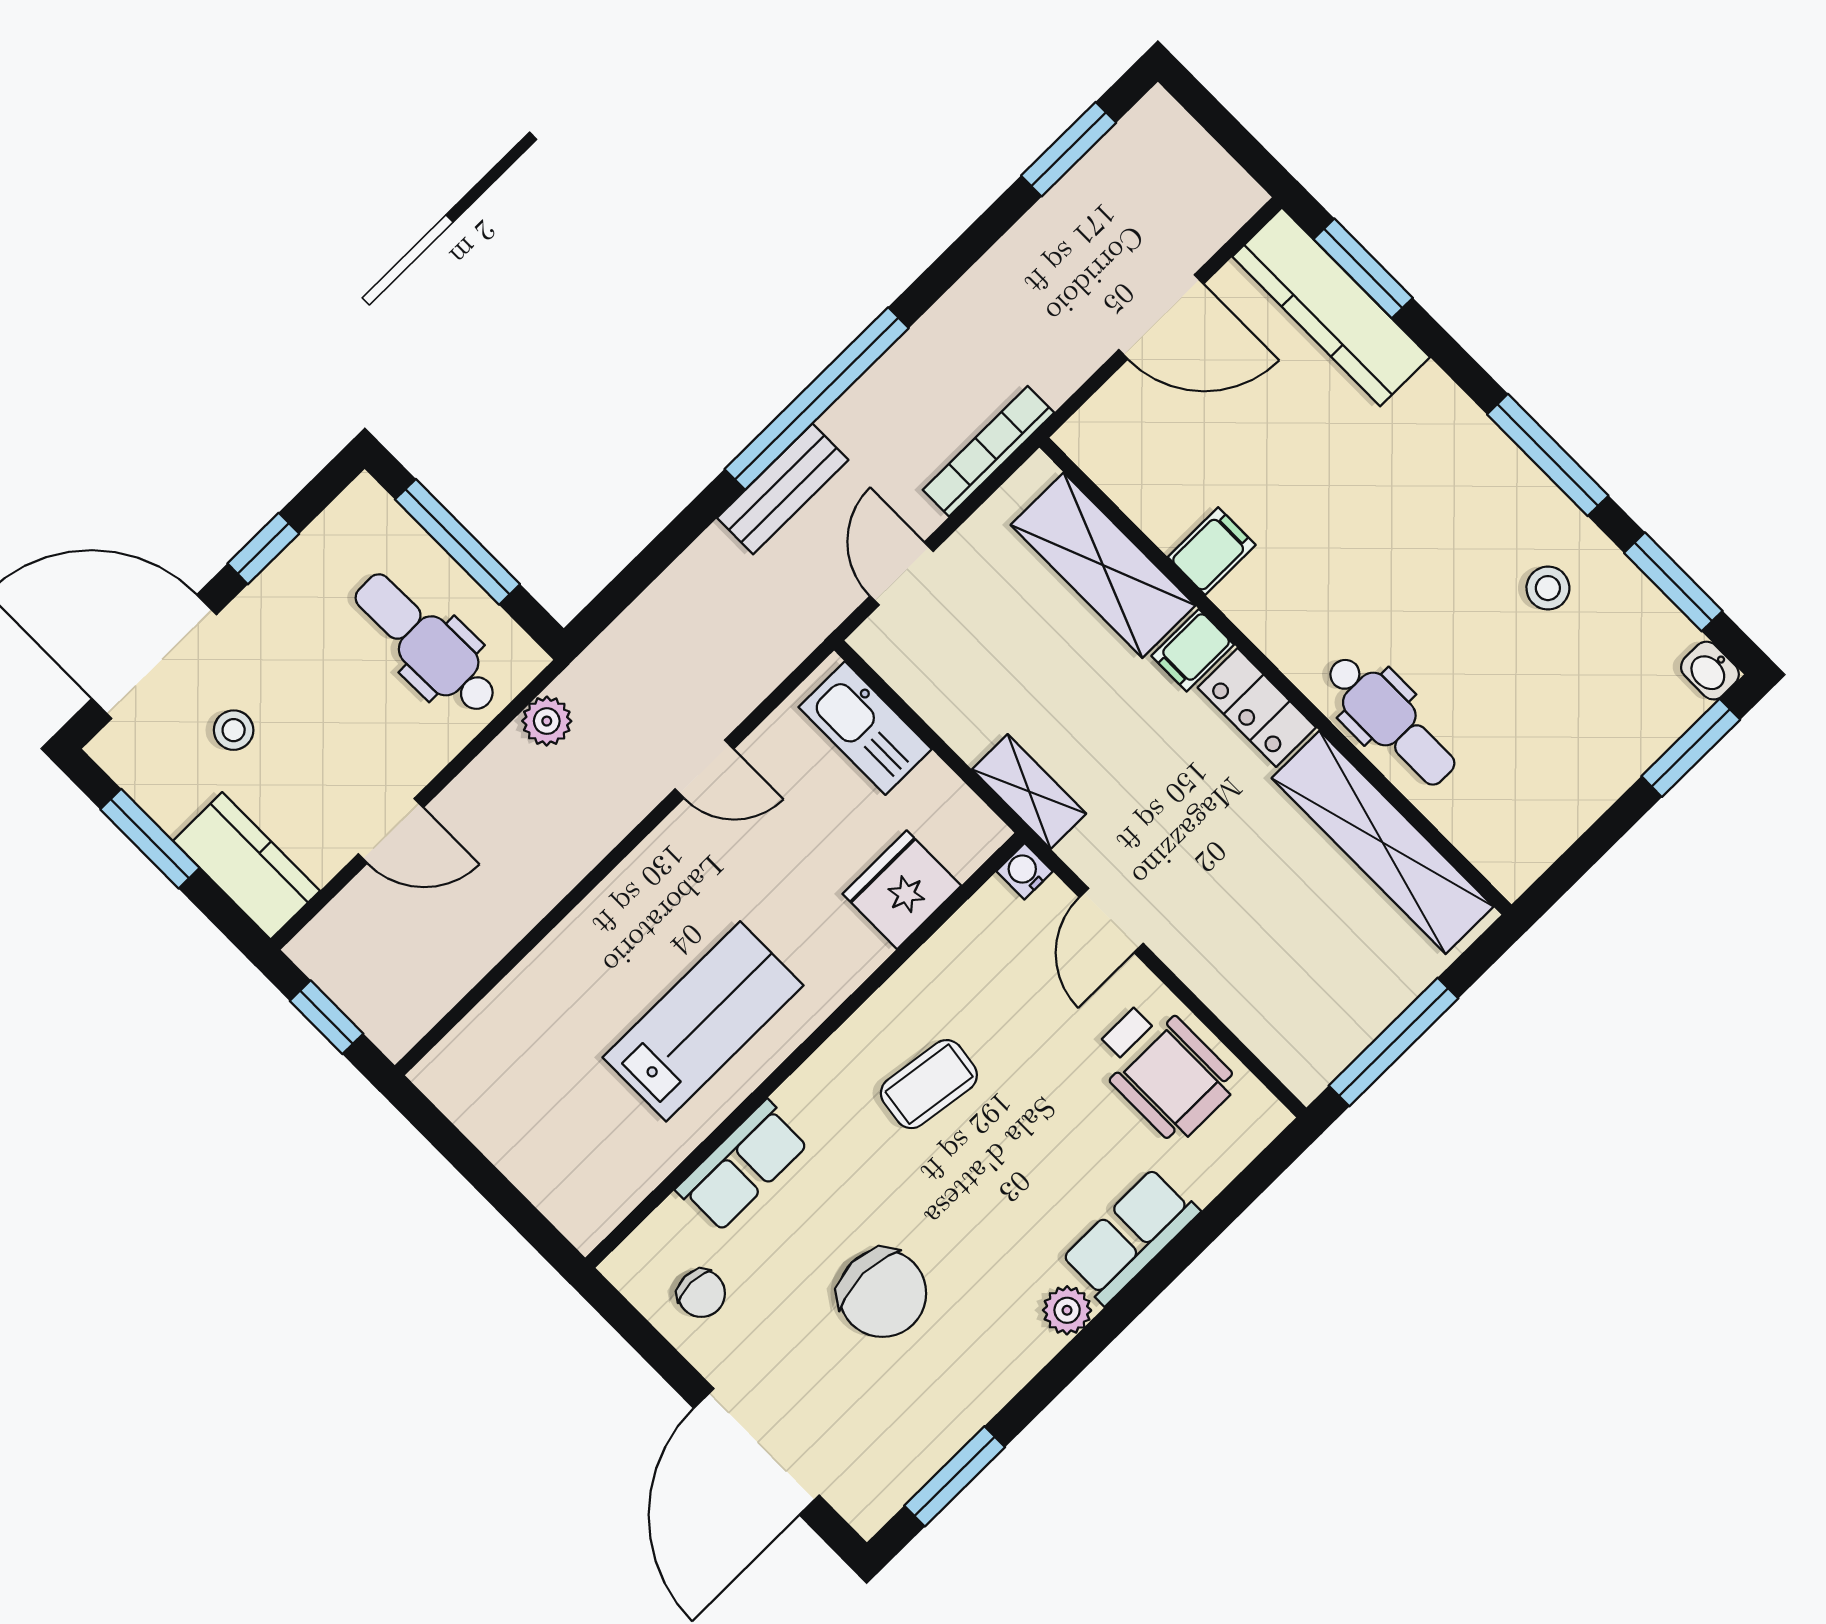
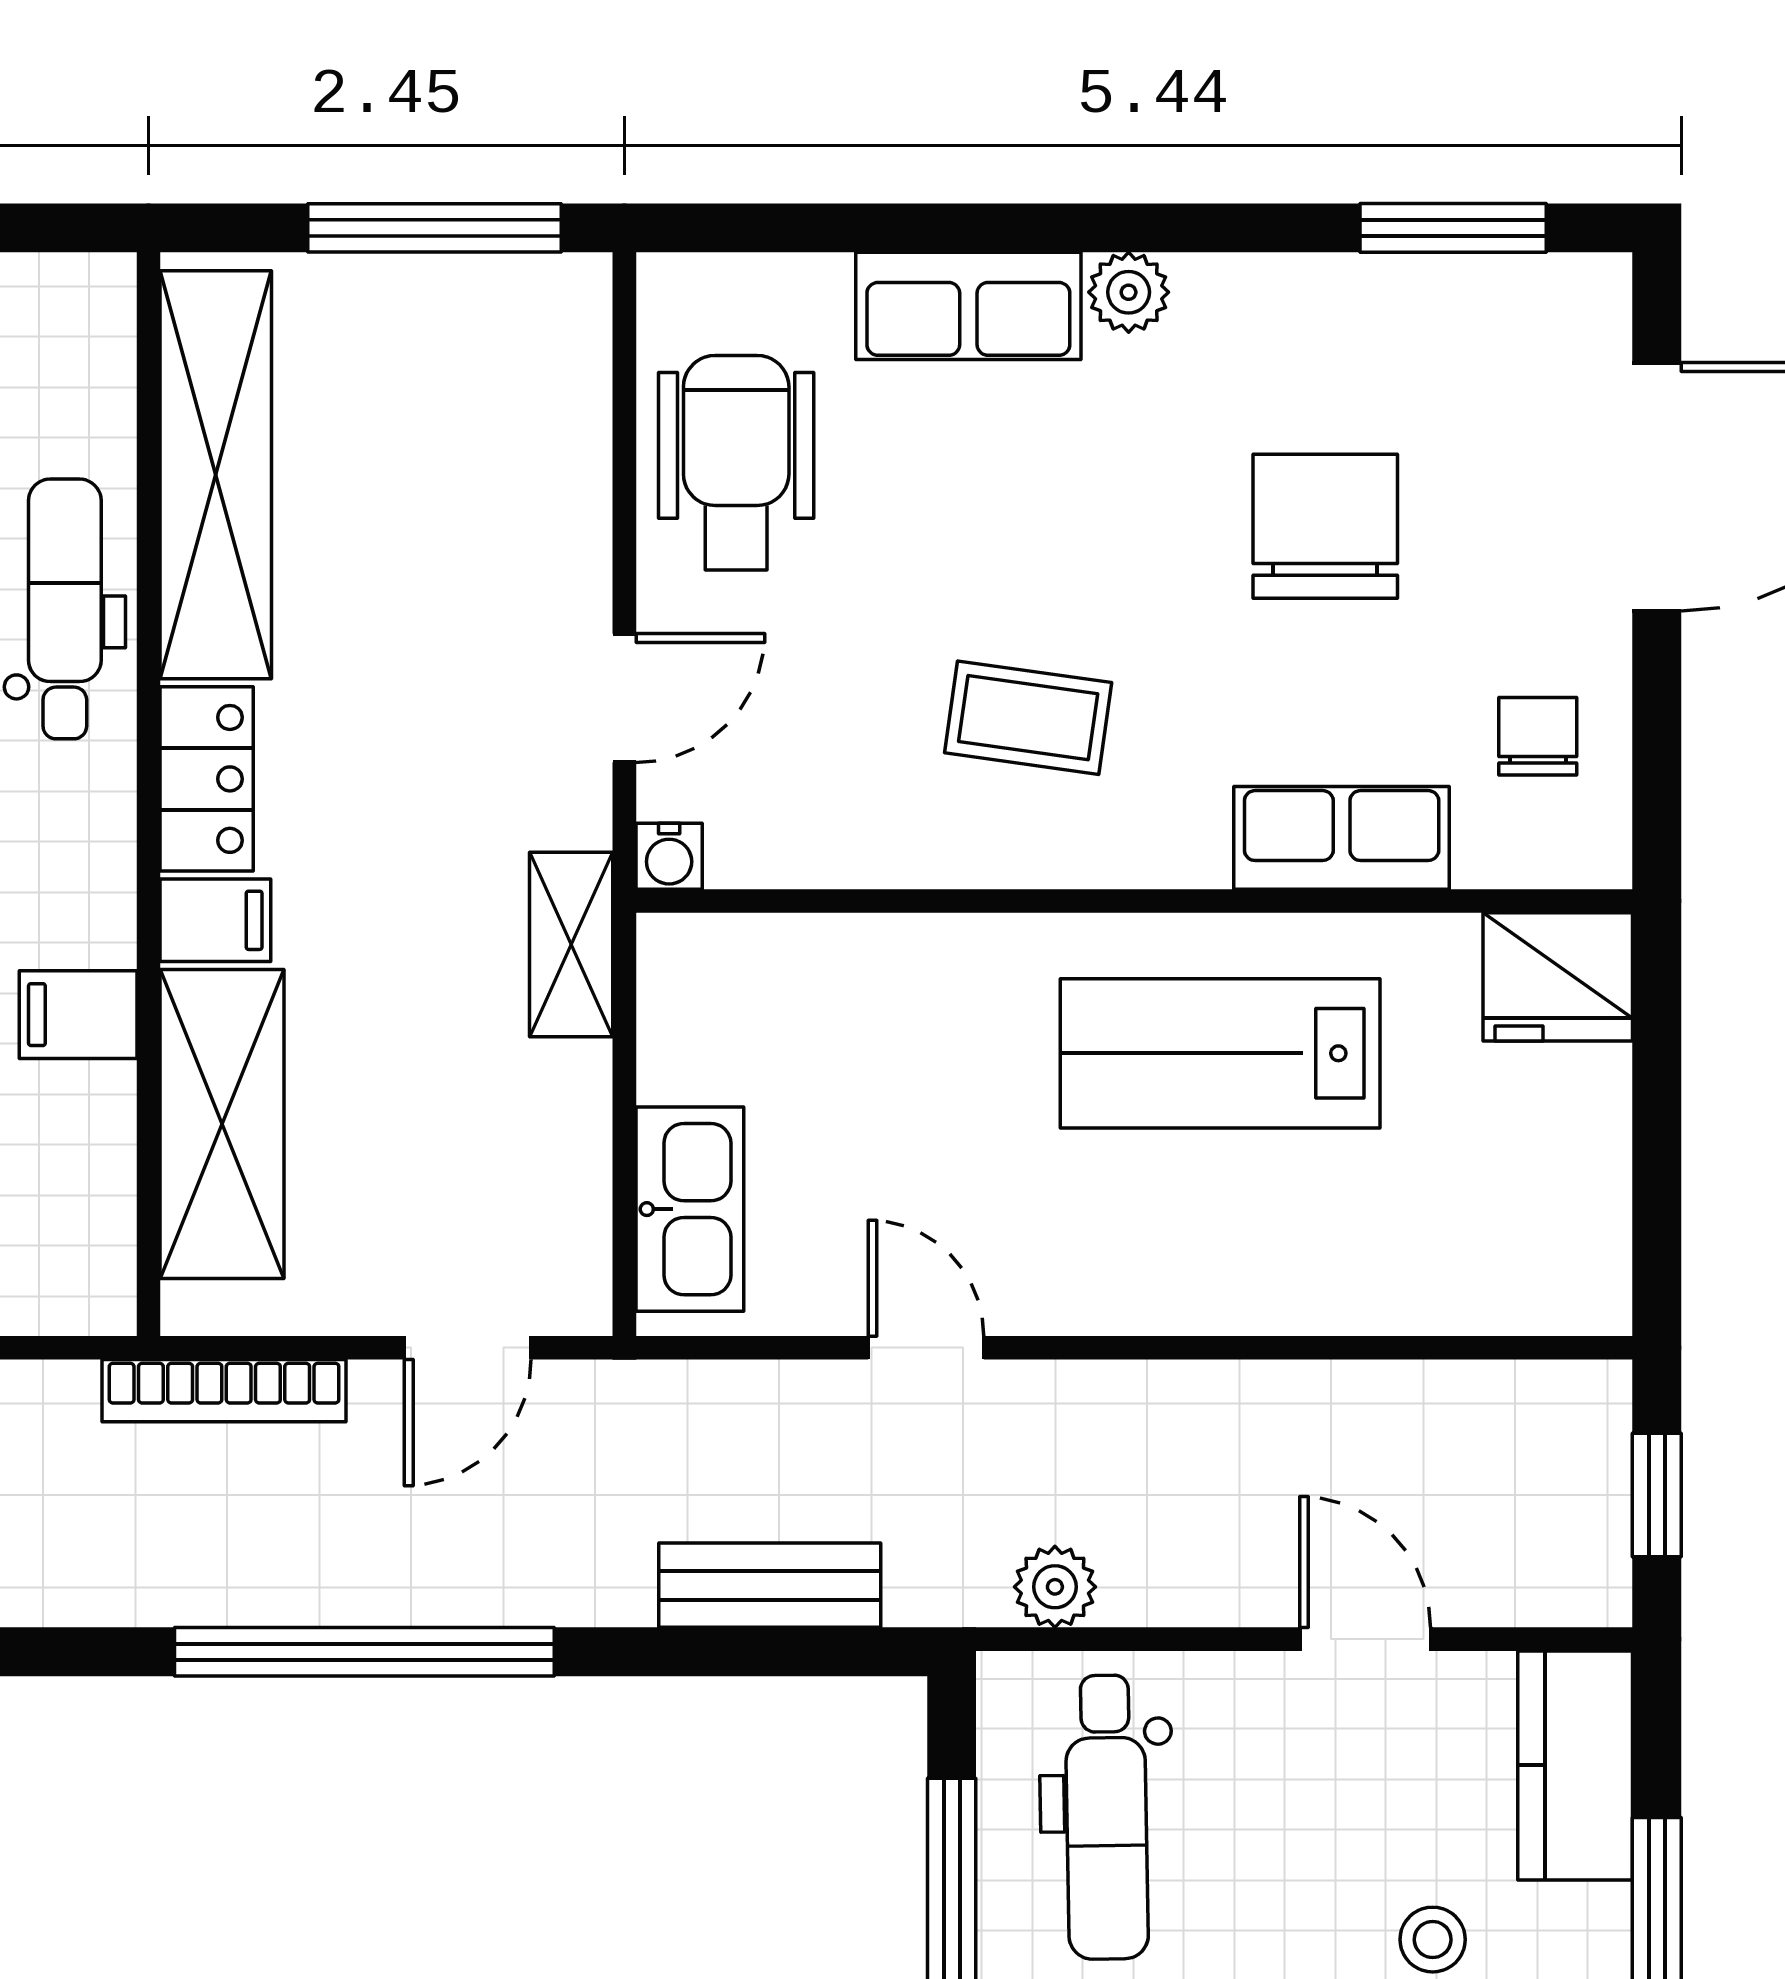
bench: (783, 489) -> (770, 1585), moved
fridge: (902, 890) -> (1558, 977), moved

